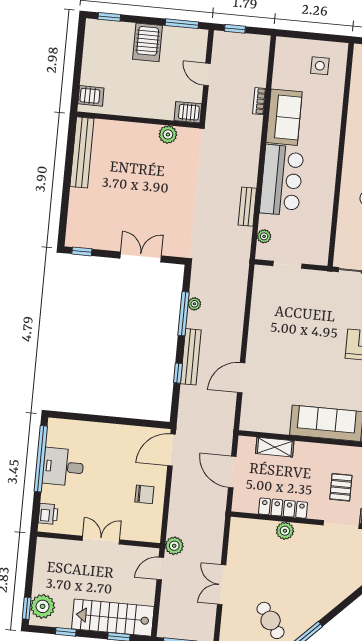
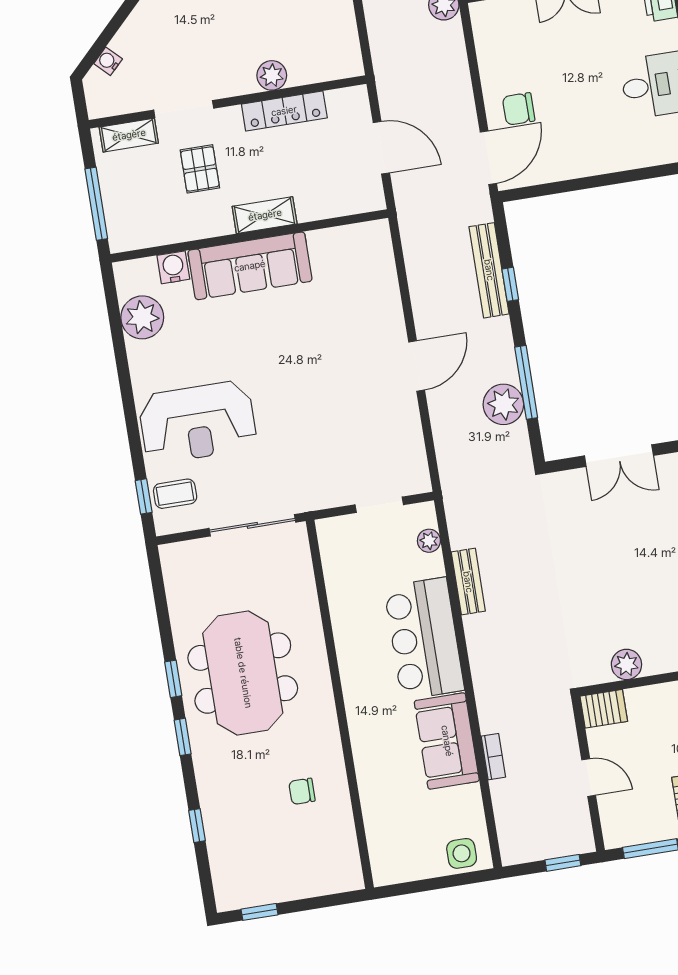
side table: (320, 66) -> (462, 853), moved
plant: (194, 304) -> (503, 404), width x1.88, depth x1.88
bench: (191, 357) -> (489, 270), moved
door: (241, 378) -> (417, 366), moved
shelving: (275, 447) -> (265, 215), moved
chair: (144, 494) -> (519, 109), moved

